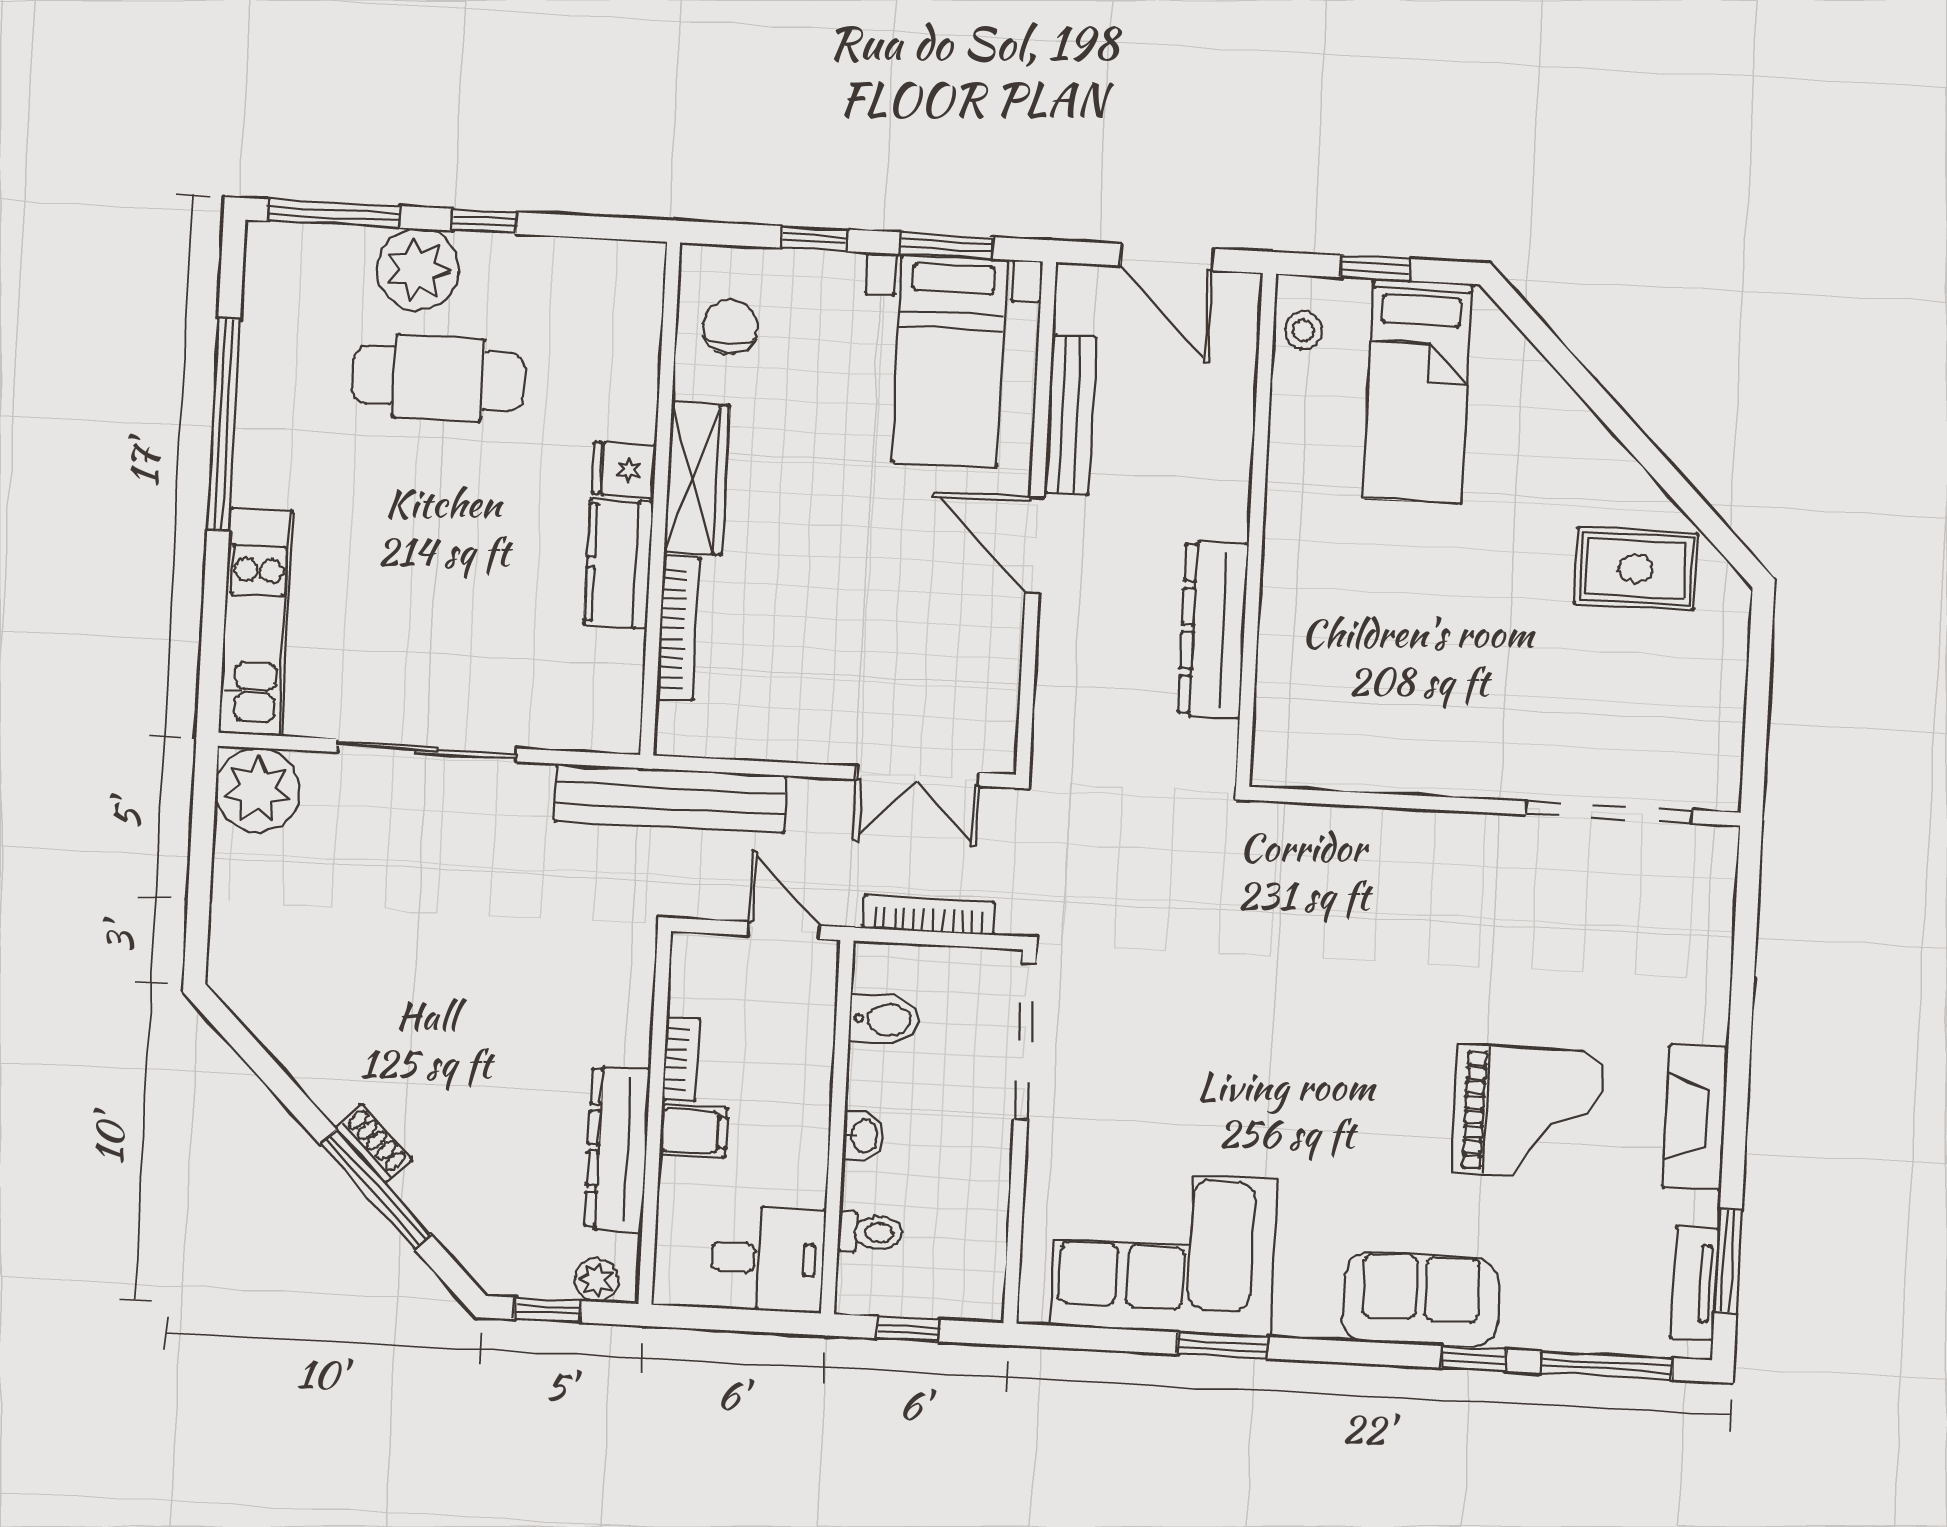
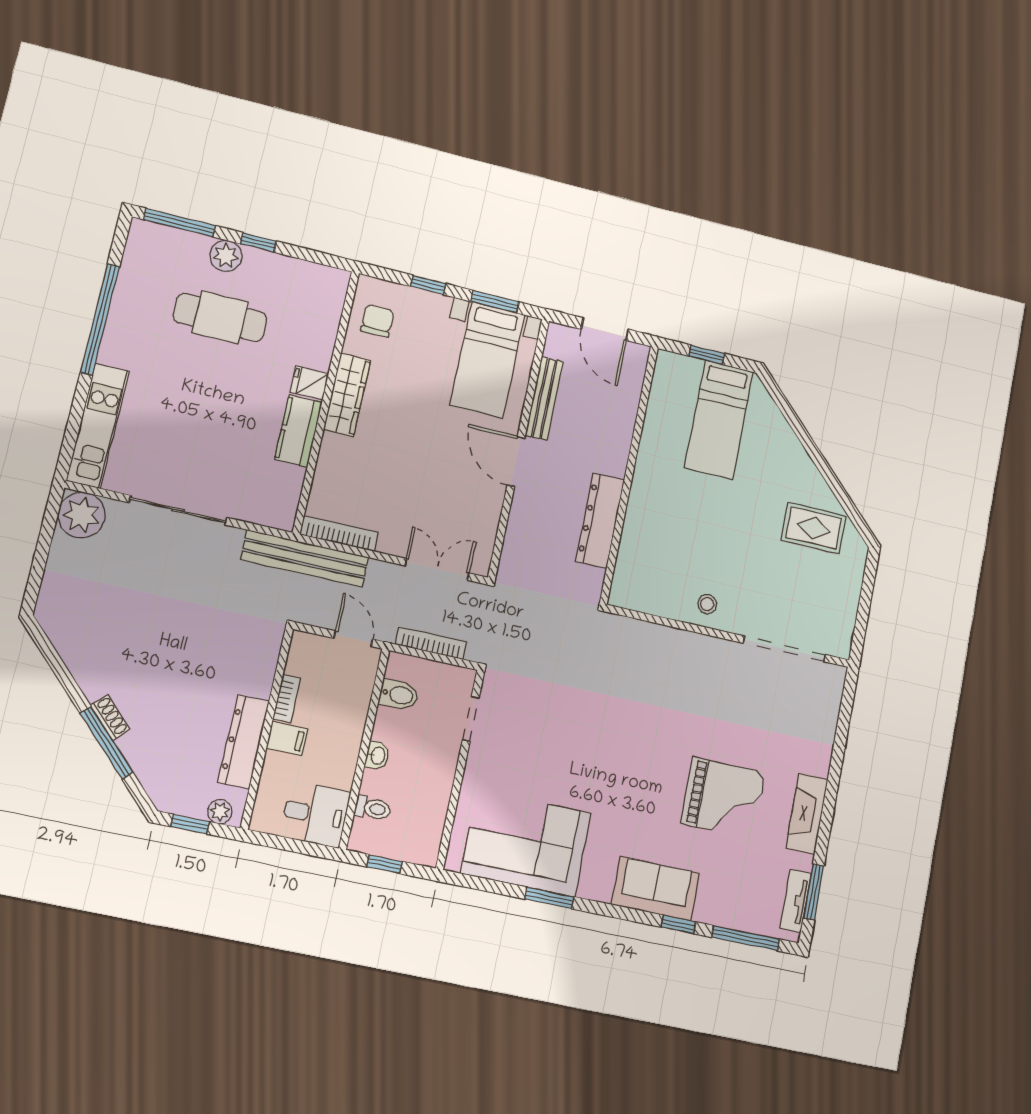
plant: (418, 270) -> (226, 256), width x0.73, depth x0.73
stool: (1303, 330) -> (707, 604), moved
bookcase: (678, 628) -> (339, 533), moved, turned -90
double door: (918, 776) -> (437, 569), swing flipped
doorway: (1025, 1042) -> (471, 719), width x0.53

